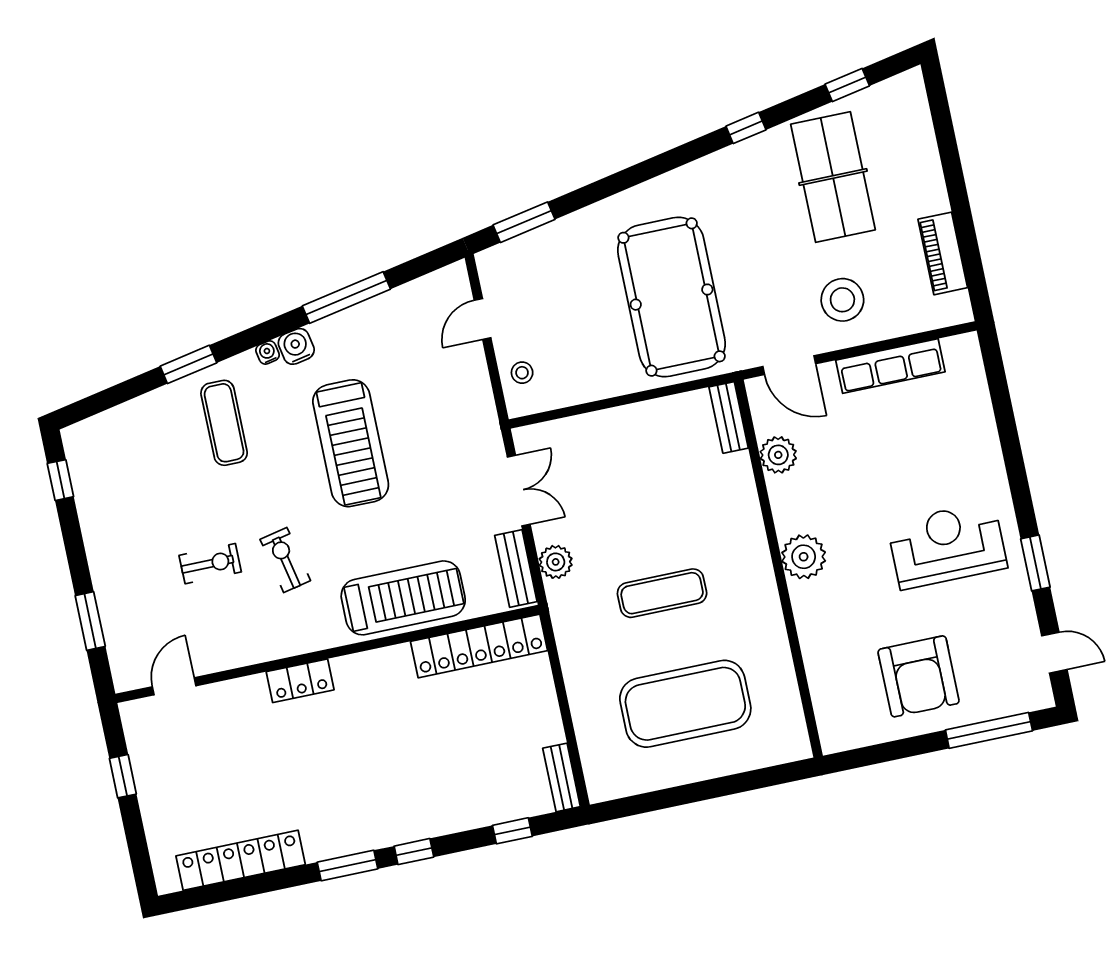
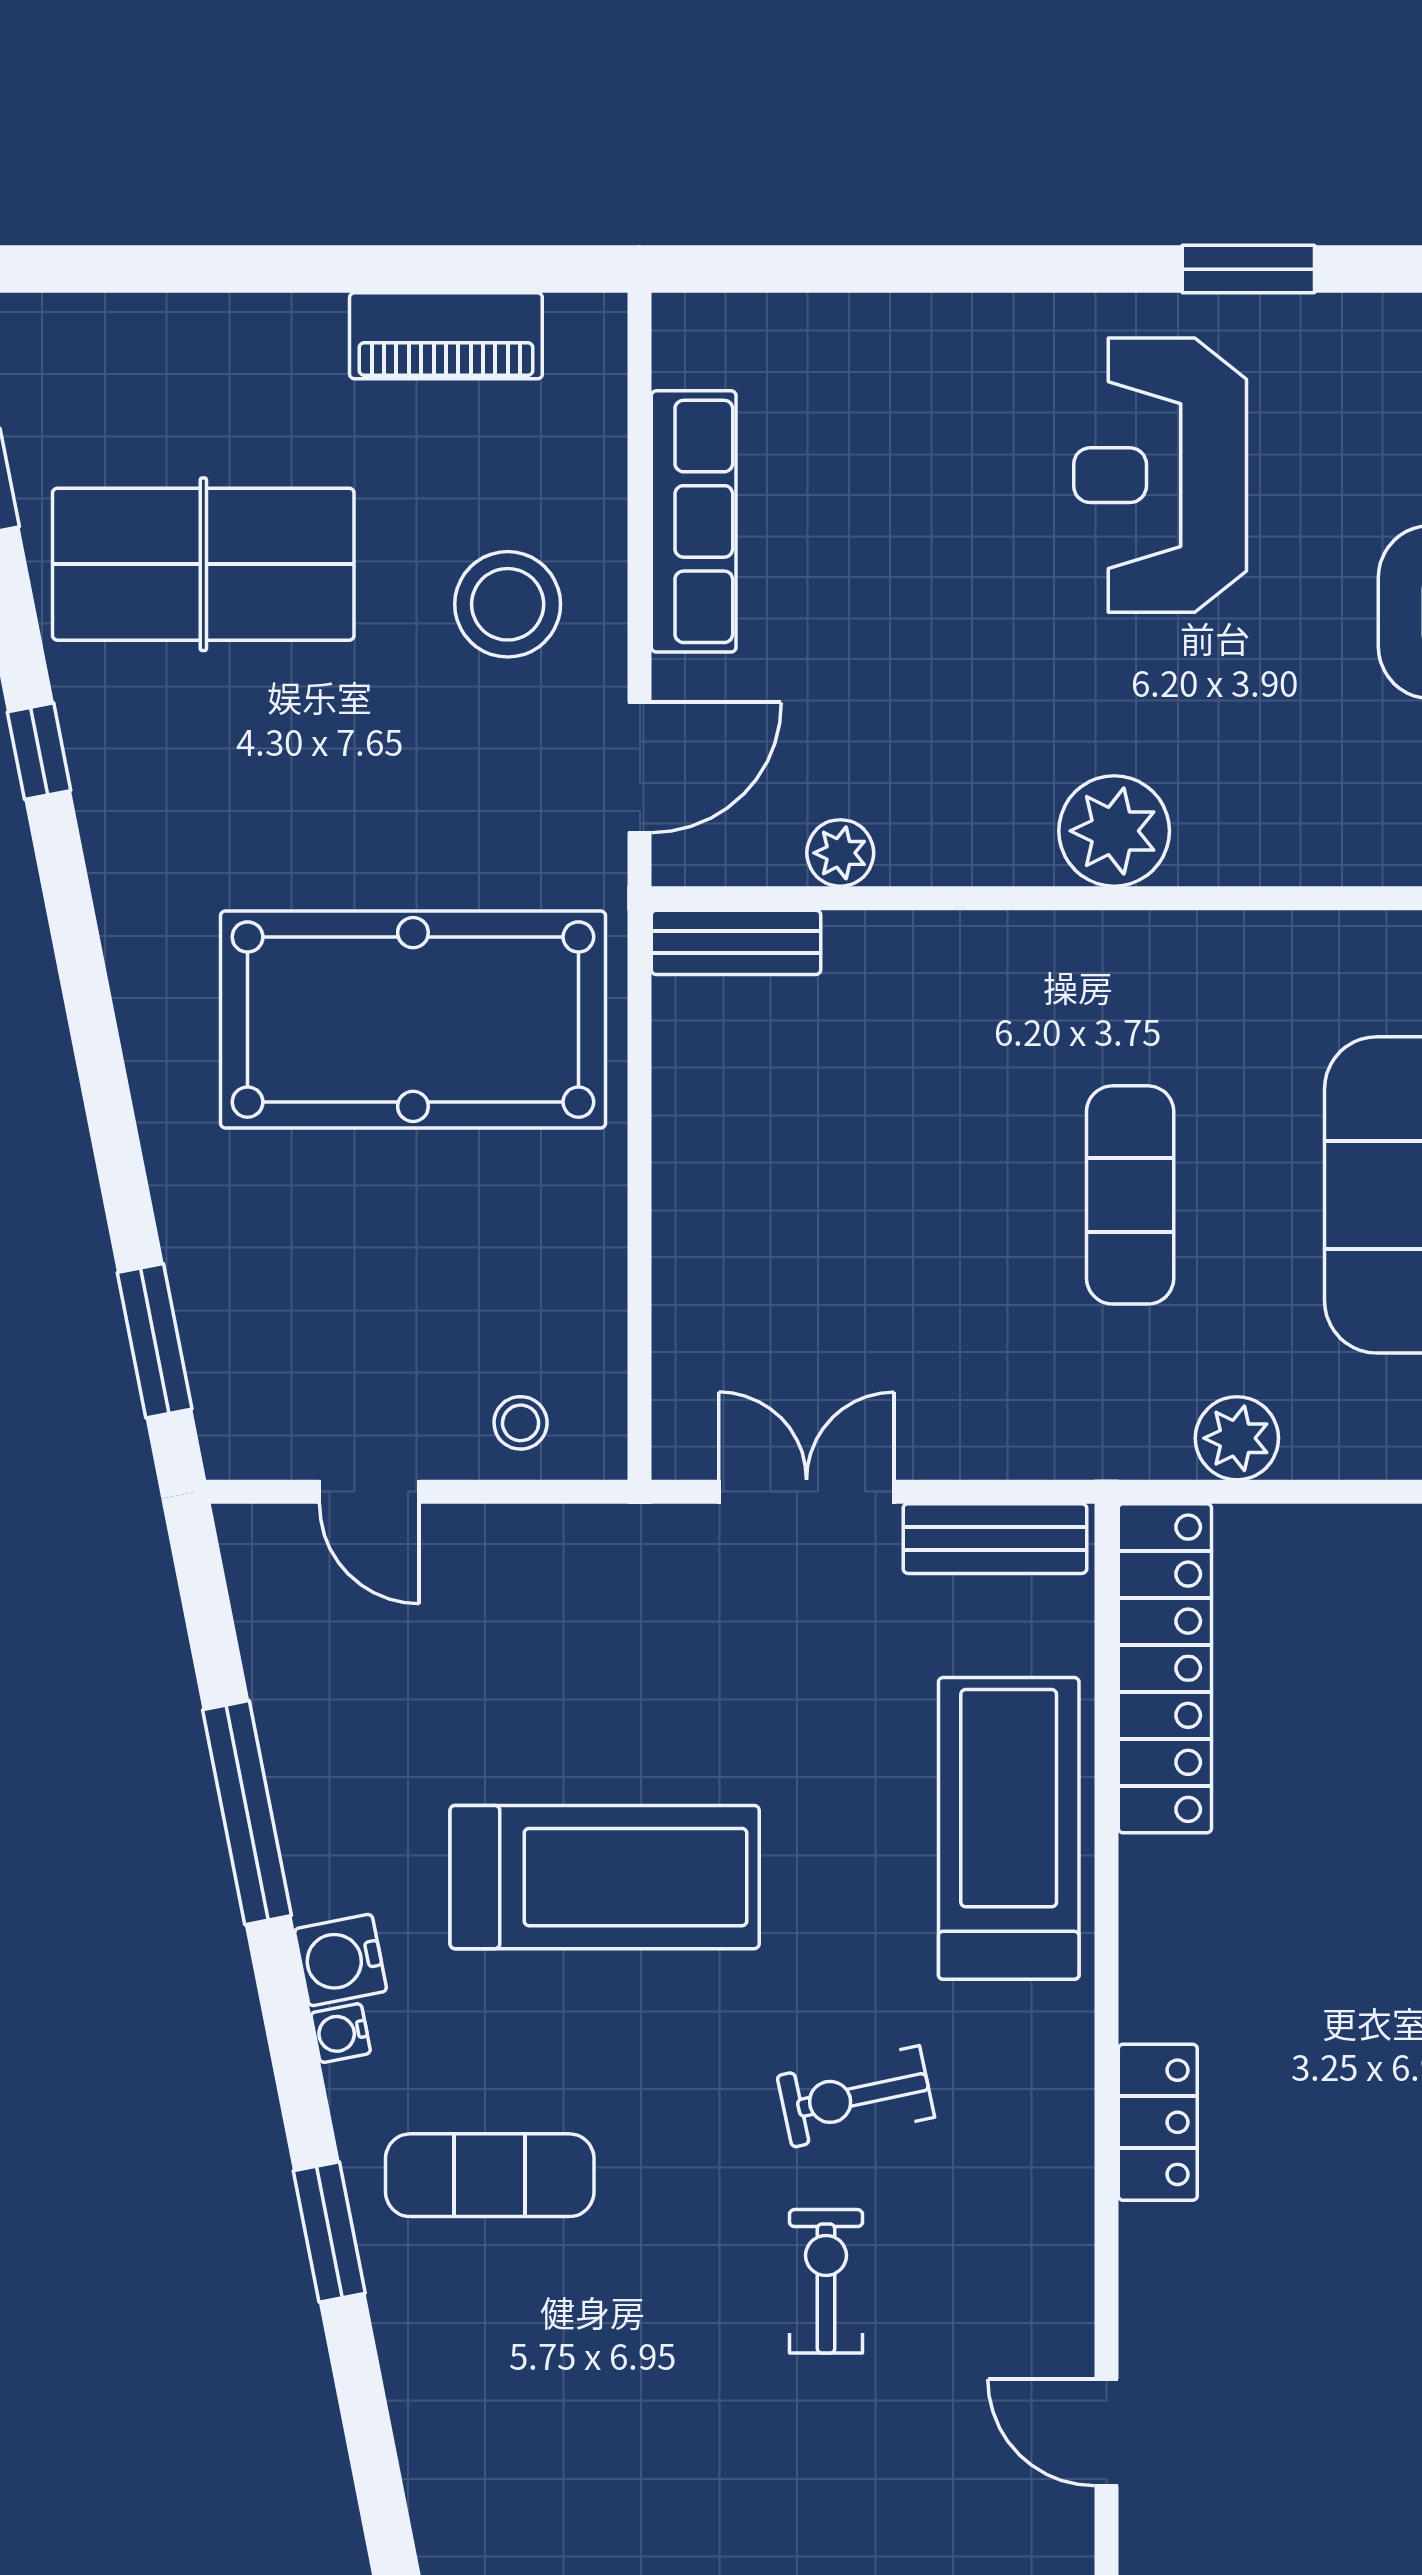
plant: (778, 455) -> (840, 853), width x0.73, depth x0.73
plant: (556, 562) -> (1237, 1438), moved

